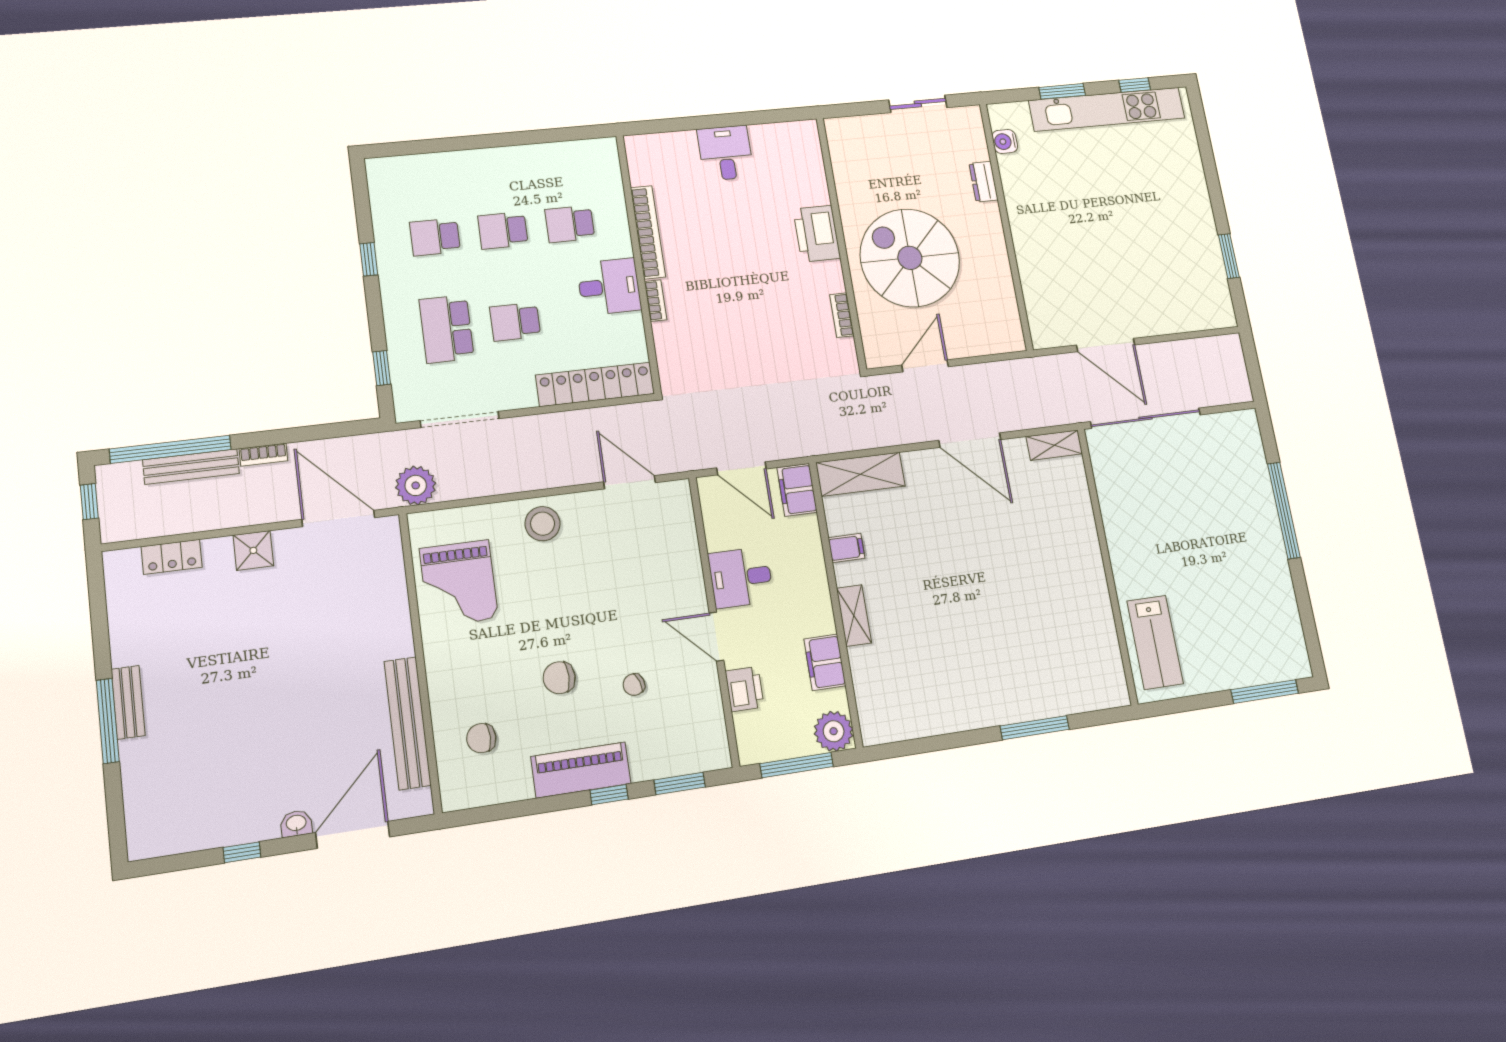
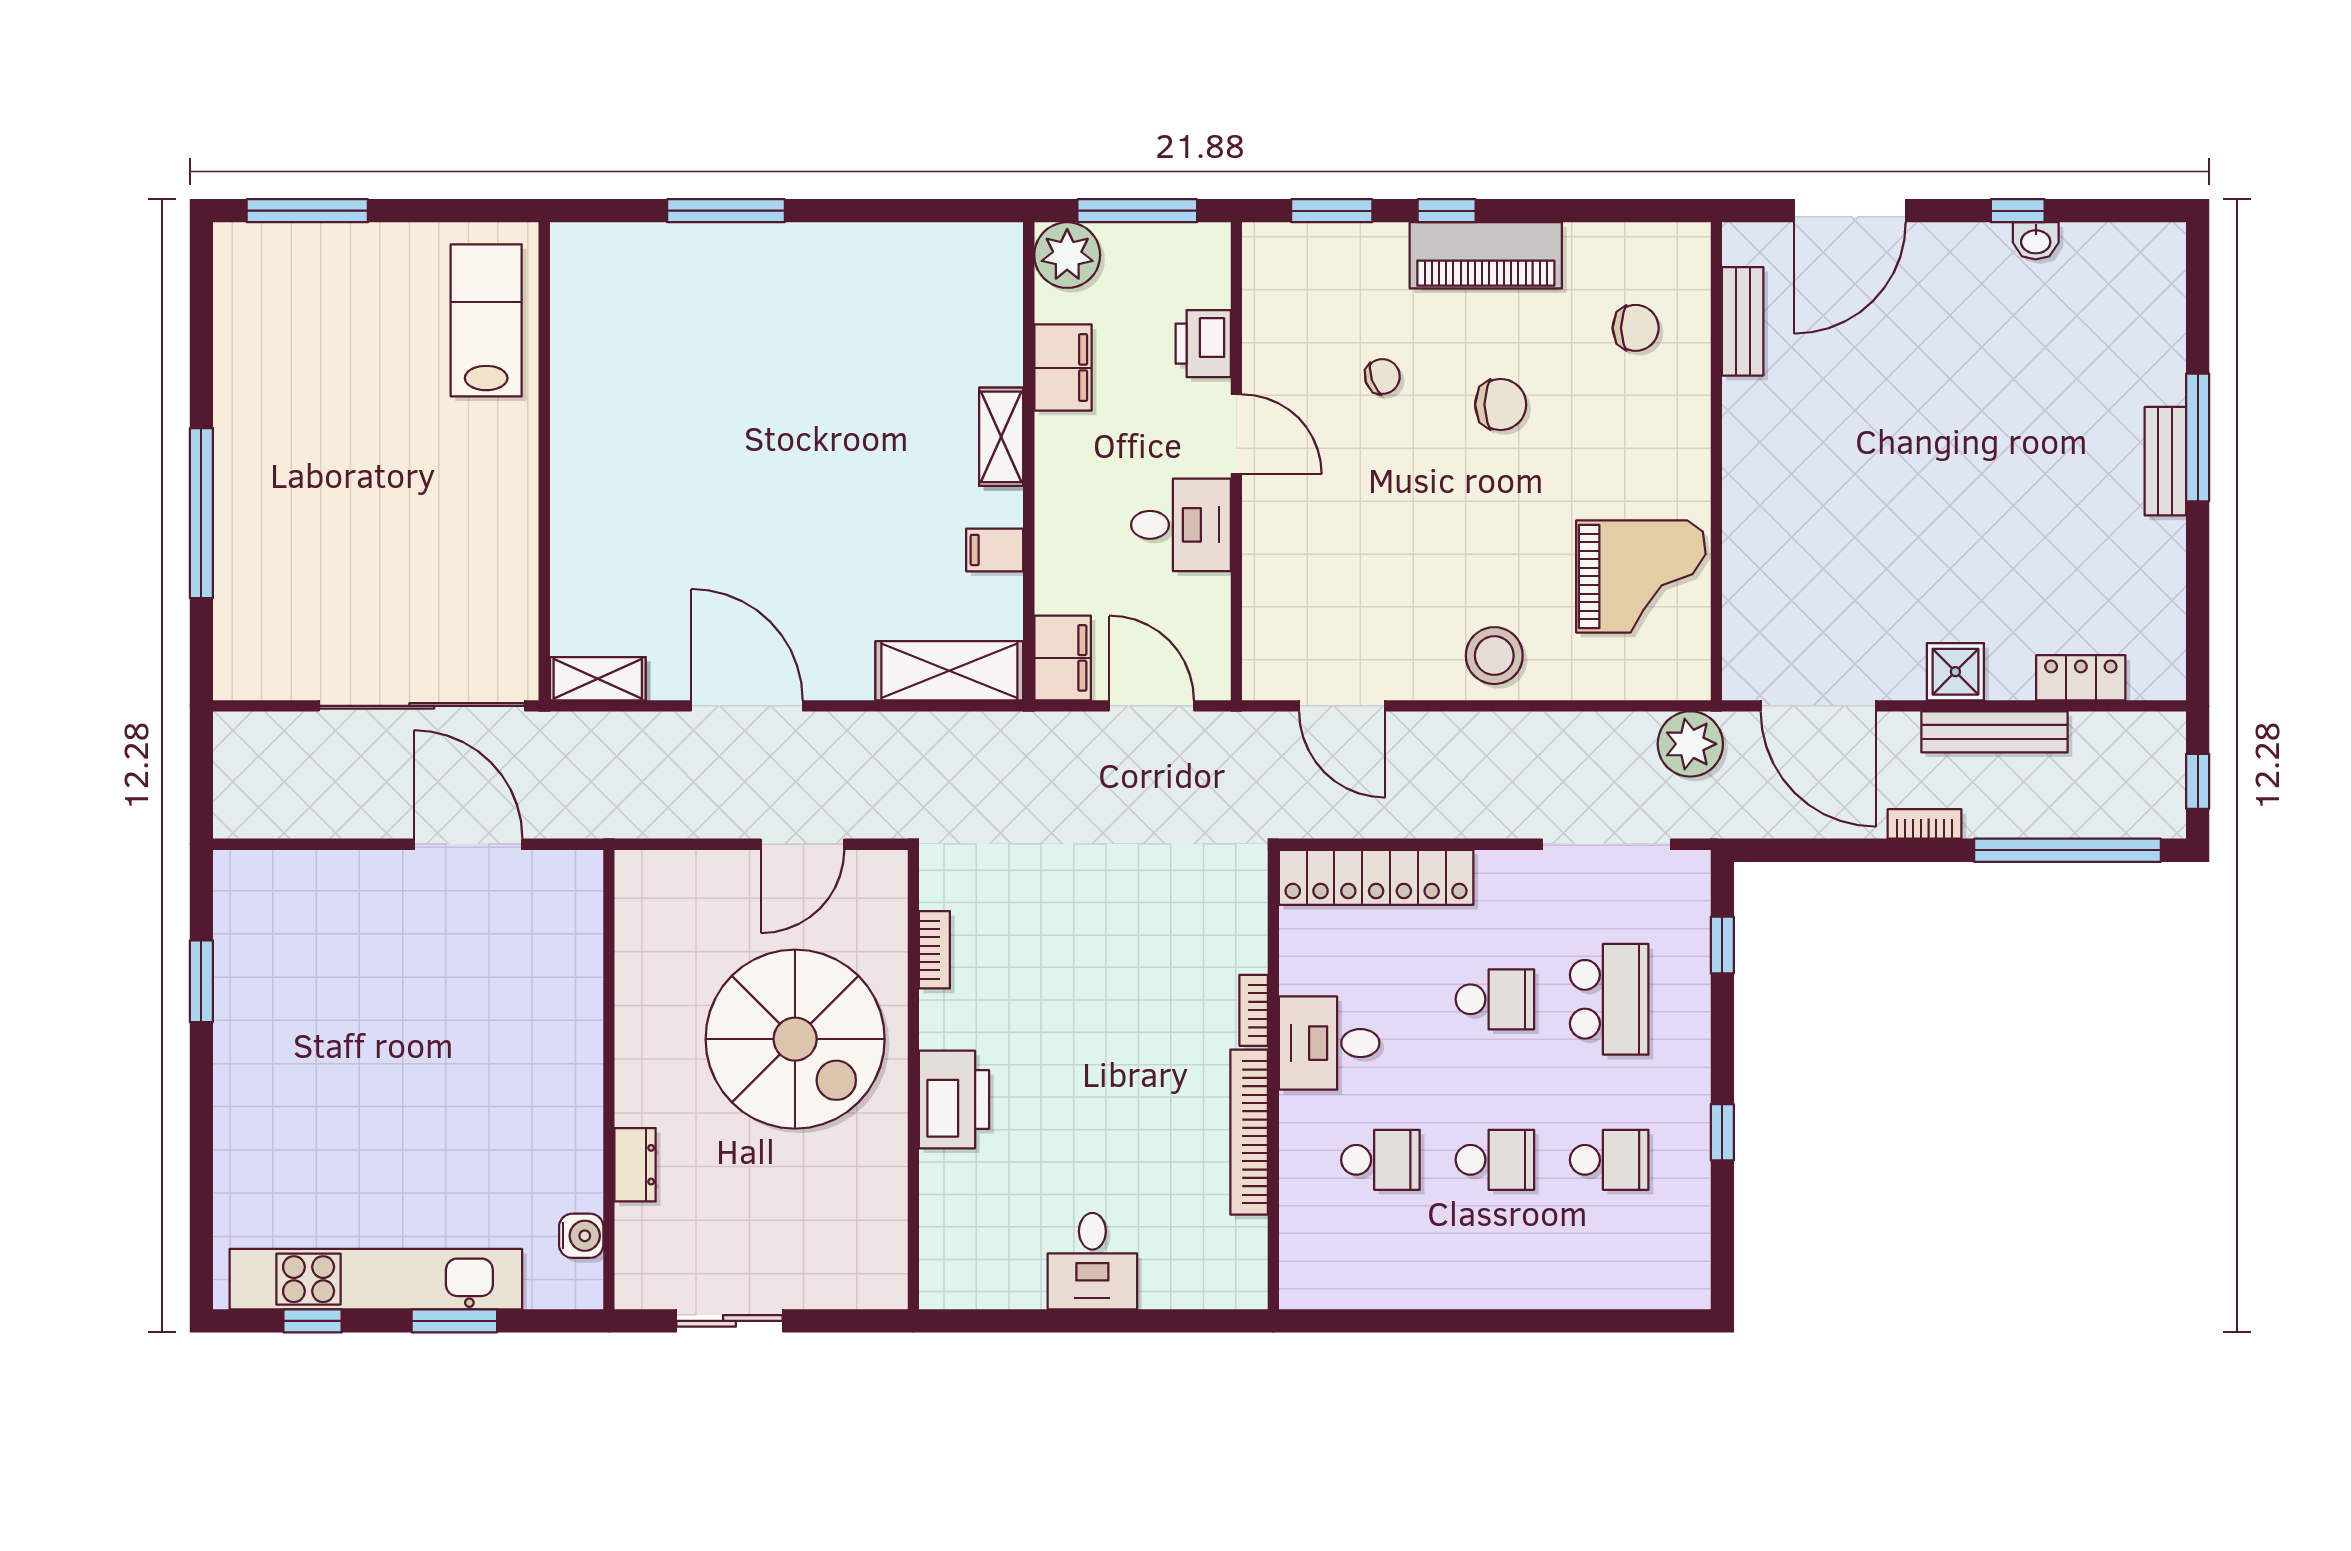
bench: (191, 467) -> (1994, 732), moved
grand piano: (459, 583) -> (1641, 576), turned 90
bench: (408, 723) -> (1743, 321), width x0.54, depth x0.82
washbasin: (296, 824) -> (2036, 241), moved

